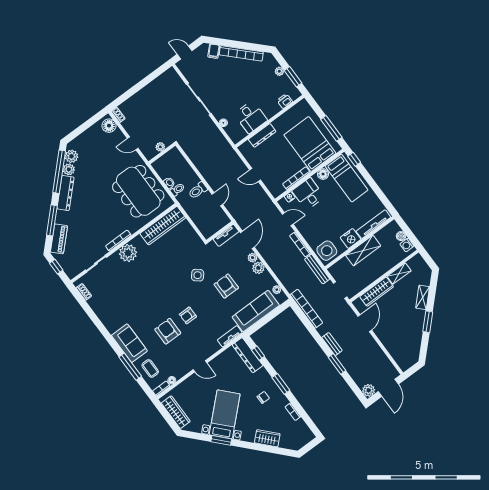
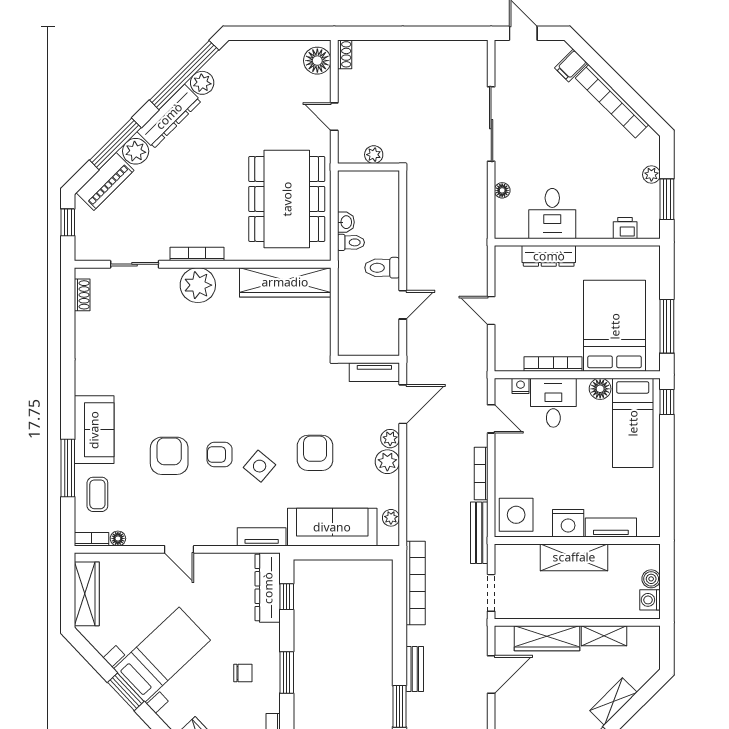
plant: (71, 156) -> (136, 151), moved
tv unit: (373, 224) -> (611, 528), width x0.71
side table: (198, 275) -> (260, 466), moved

